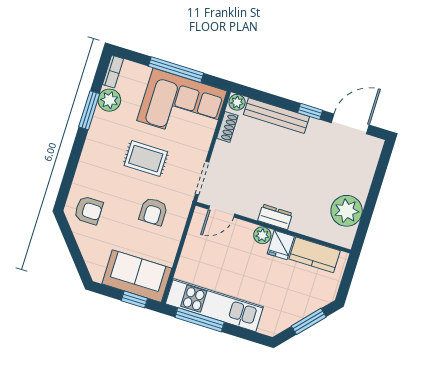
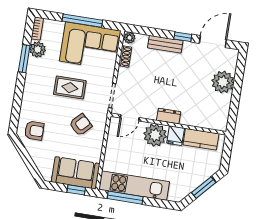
bench: (276, 116) -> (165, 44), width x0.73
plant: (347, 211) -> (223, 82), moved
armchair: (153, 212) -> (81, 125), turned -136
plant: (262, 235) -> (155, 135), width x1.88, depth x1.88

